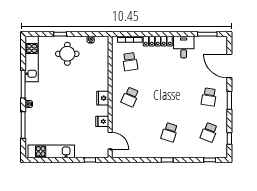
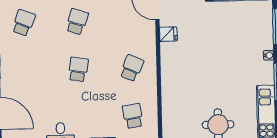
school desk: (209, 97) -> (78, 69), moved
fridge: (103, 98) -> (169, 66), removed

